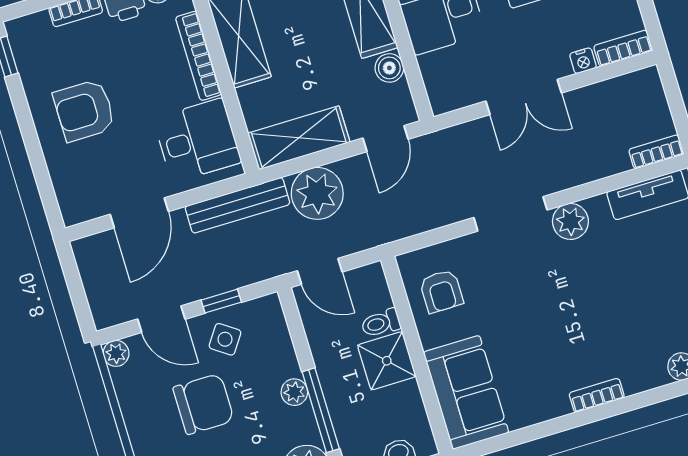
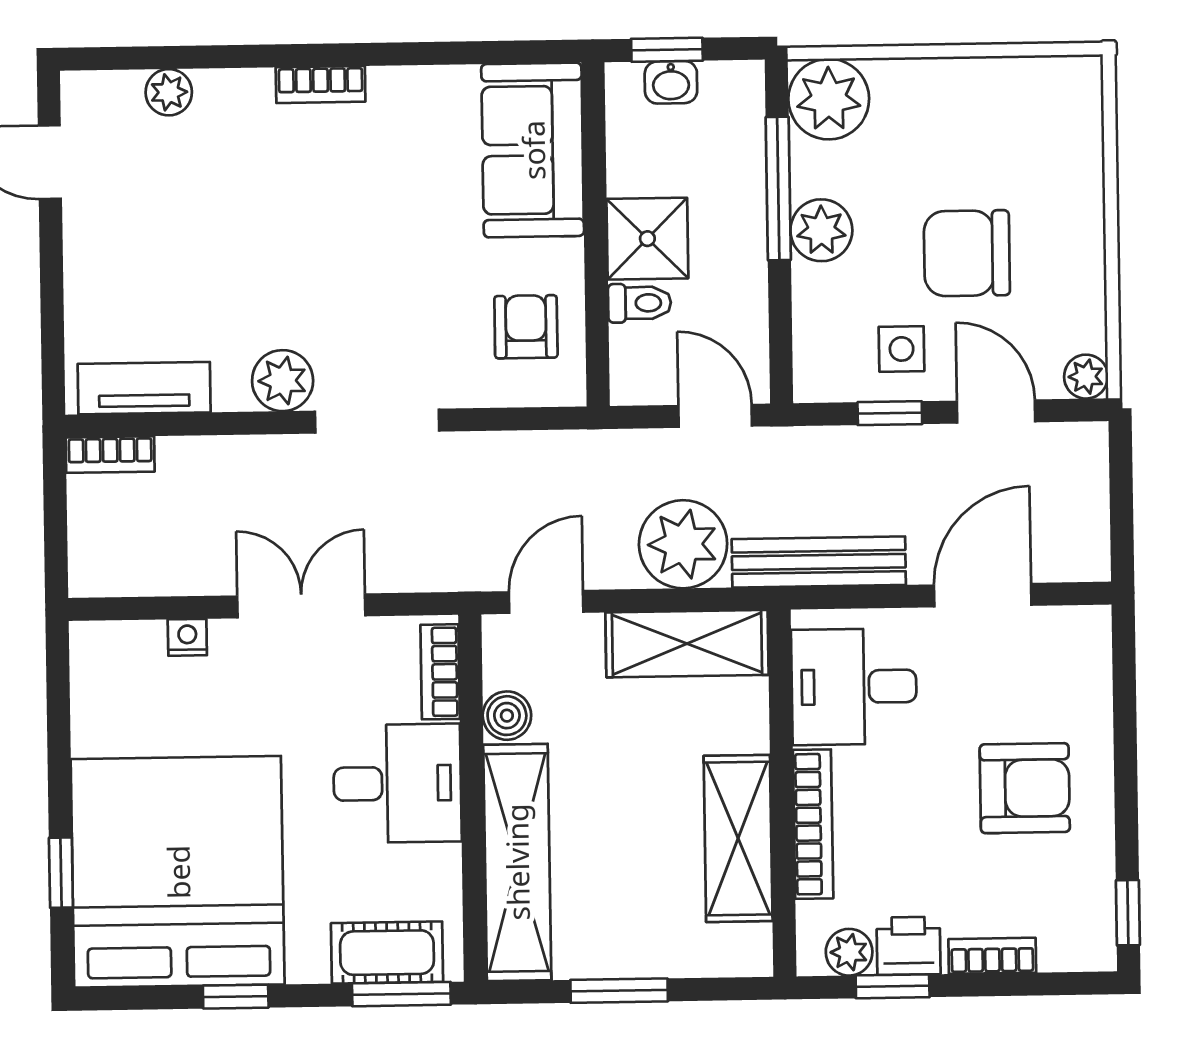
bookcase: (623, 48) -> (440, 672), moved, turned 90
side table: (225, 339) -> (902, 349), turned -35
plant: (294, 392) -> (821, 230), width x1.38, depth x1.38

